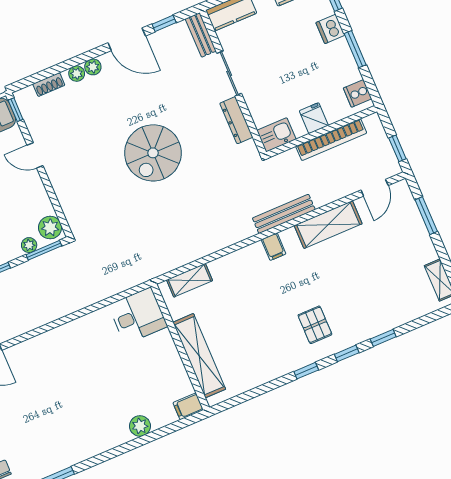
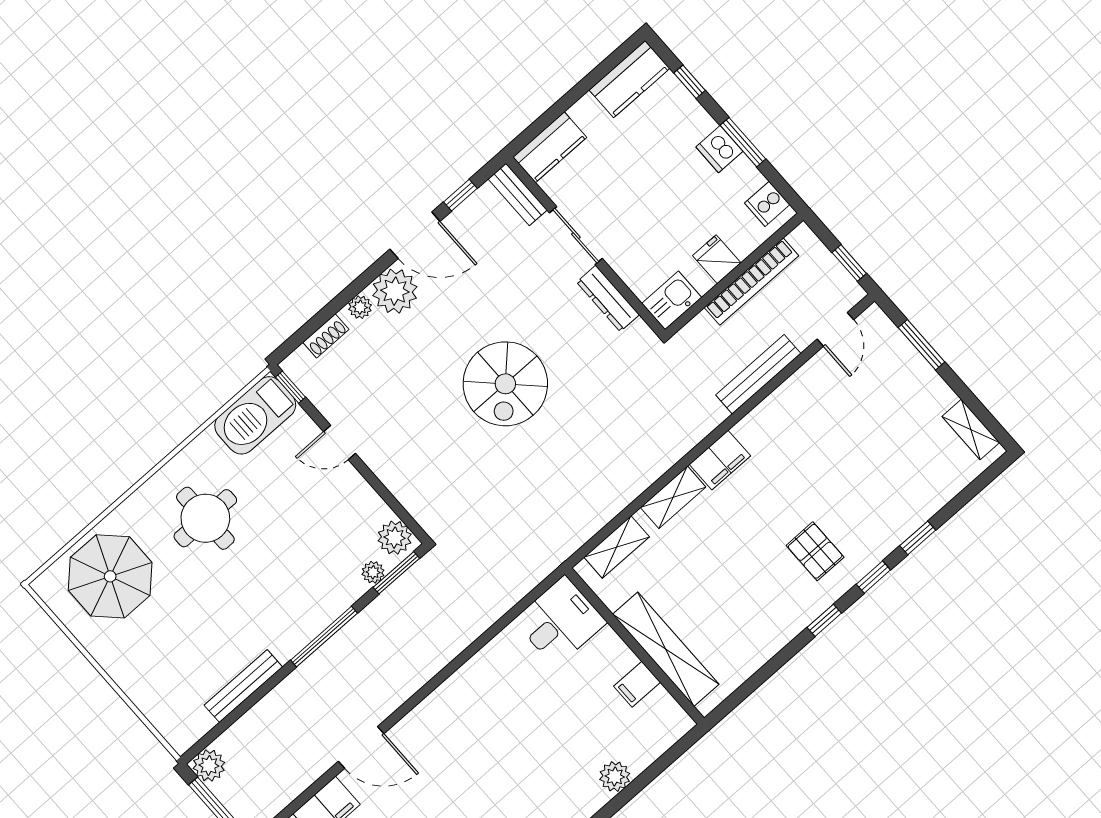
dishwasher: (330, 29) -> (719, 149), moved
plant: (93, 67) -> (395, 291), width x1.88, depth x1.88
bench: (284, 214) -> (758, 374), moved
shelving: (328, 225) -> (673, 497), moved, width x0.67, depth x0.75
filing cabinet: (274, 247) -> (720, 460), width x2.00
filing cabinet: (188, 406) -> (637, 684), moved

